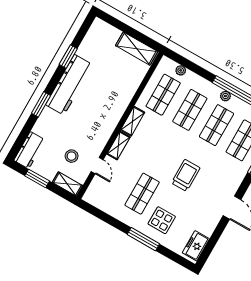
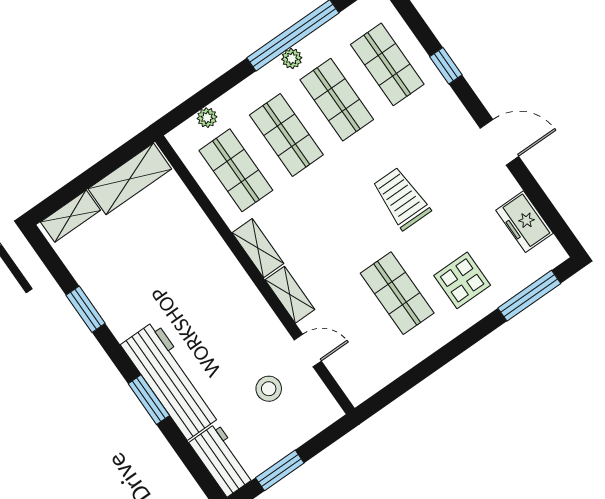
workbench: (69, 85) -> (171, 380), moved
shelving: (67, 184) -> (70, 216), moved
window: (143, 239) -> (529, 296), moved
freezer: (196, 246) -> (524, 222), moved

